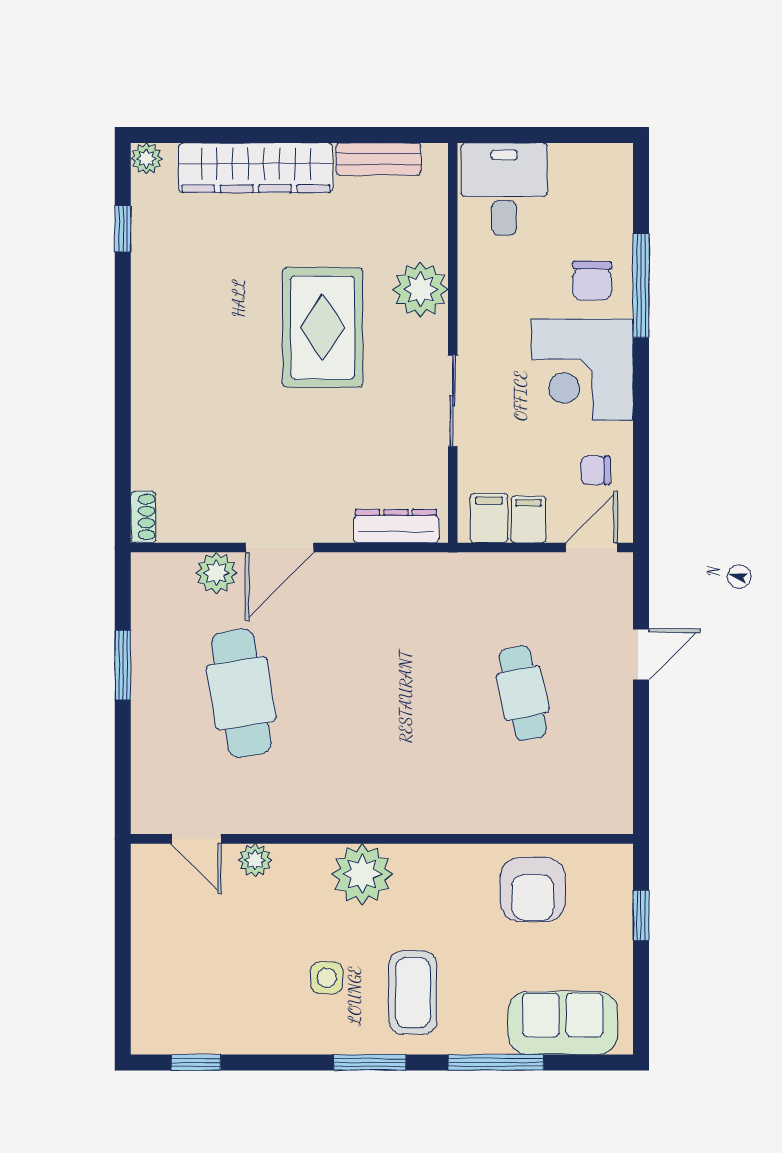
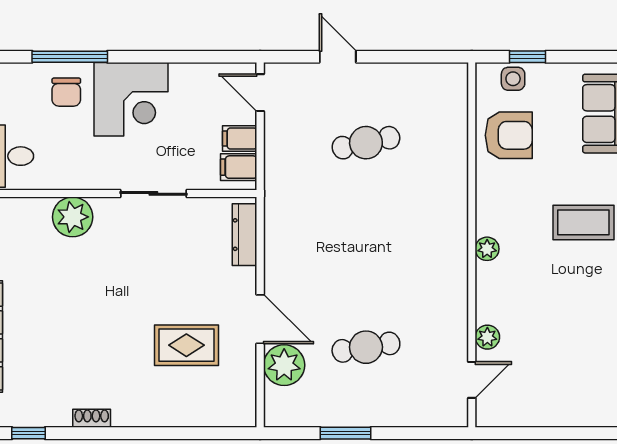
chair: (592, 281) -> (66, 92), turned 90
rug: (323, 327) -> (186, 345), moved, width x0.73, depth x0.70
chair: (596, 470) -> (204, 90), removed
shoe rack: (143, 517) -> (92, 418), moved
plant: (216, 573) -> (284, 365), width x1.36, depth x1.36
cafe table: (241, 693) -> (366, 347), width x0.73, depth x0.74
plant: (362, 874) -> (487, 249), width x0.53, depth x0.53
side table: (327, 978) -> (513, 79), moved

